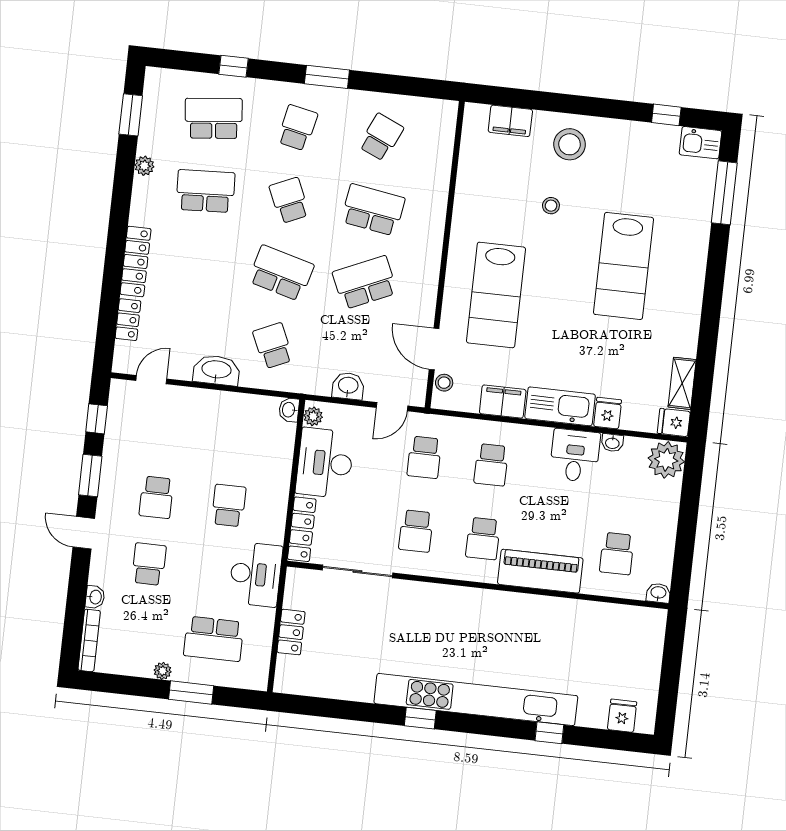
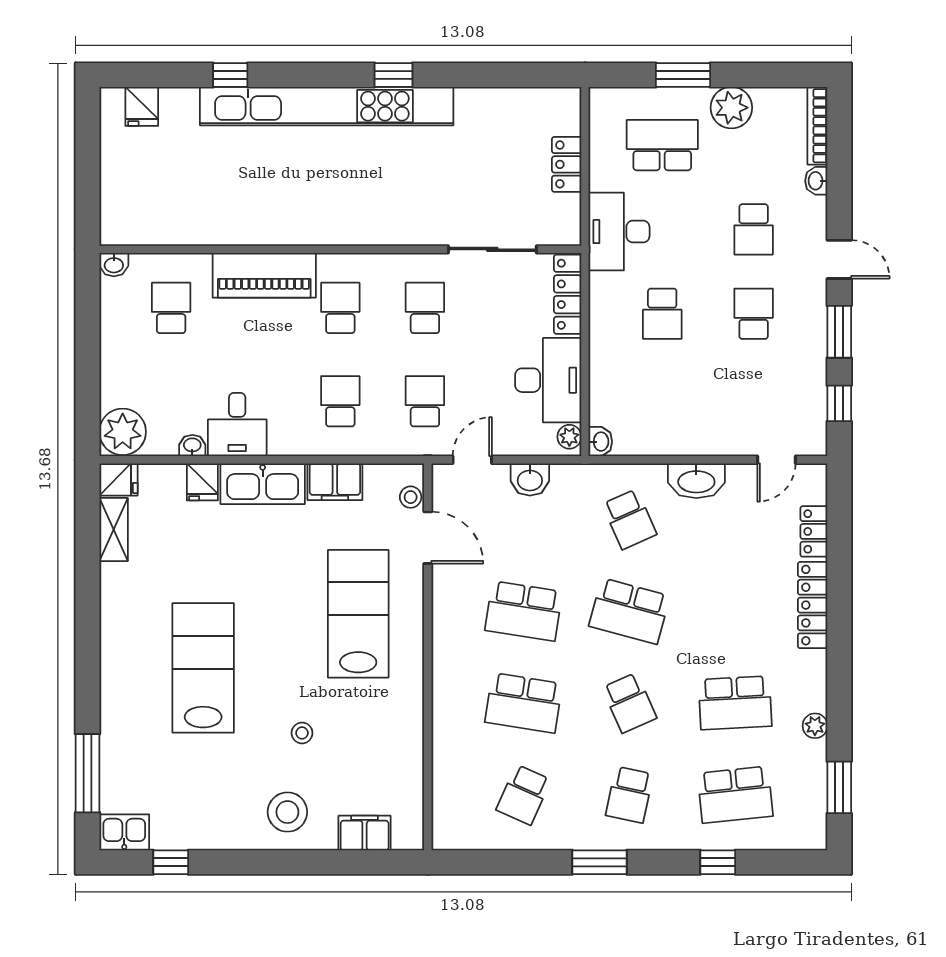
school desk: (365, 282) -> (524, 611), turned 33
plant: (163, 671) -> (731, 108), width x1.88, depth x1.88

